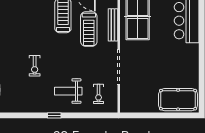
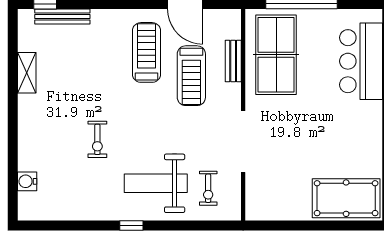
bench: (113, 25) -> (233, 61), width x0.73
weight bench: (68, 91) -> (156, 183), width x1.36, depth x1.33

